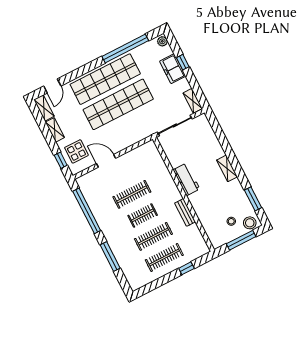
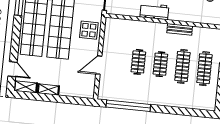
display table: (76, 151) -> (89, 30), moved
window: (61, 160) -> (75, 100), removed
clothes rail: (132, 194) -> (138, 62), width x0.73
window: (110, 256) -> (176, 111), removed

